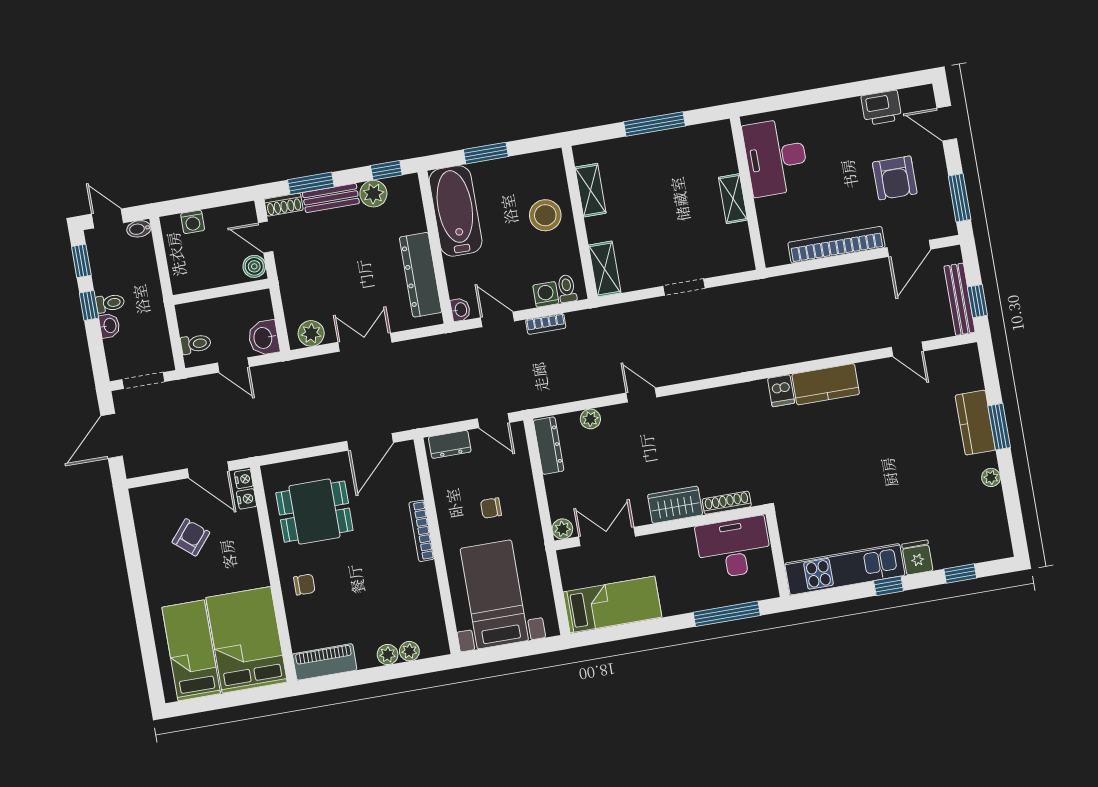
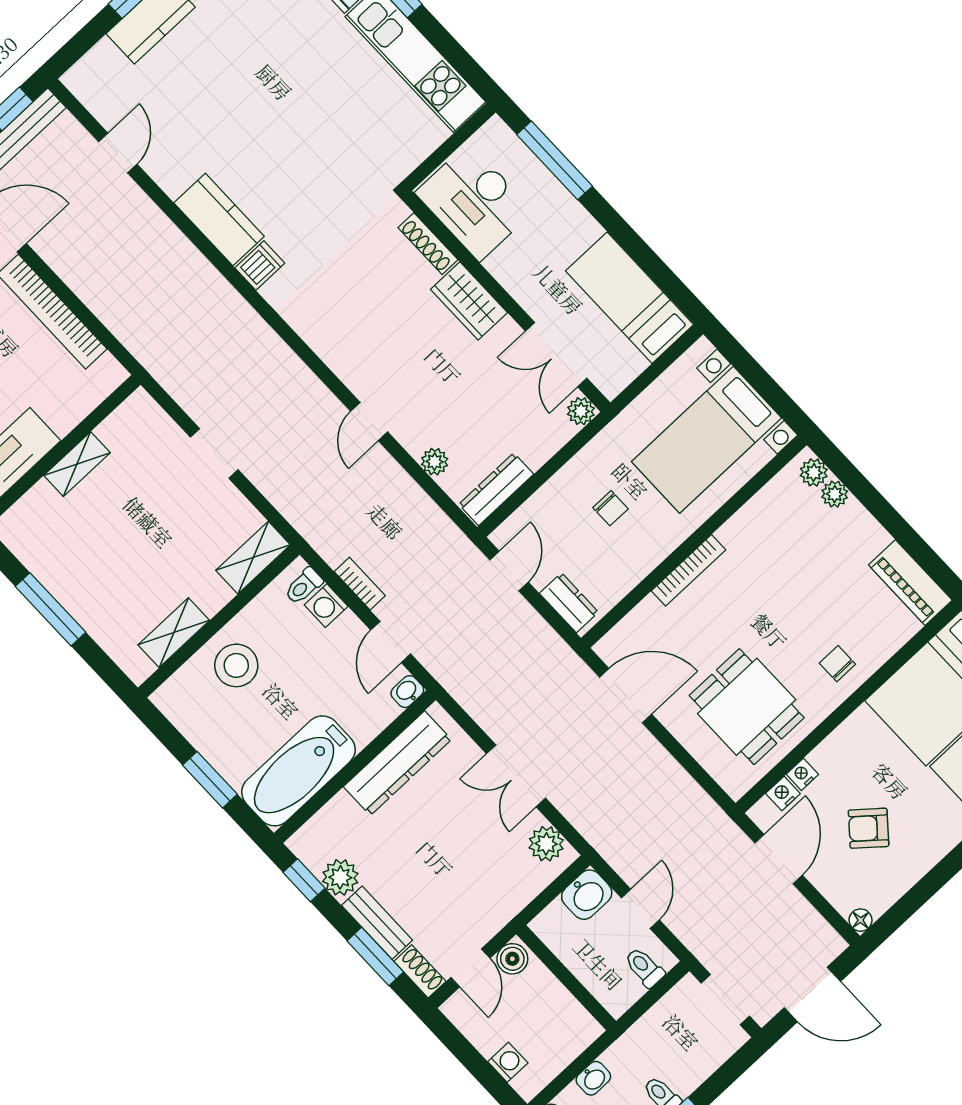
washbasin: (109, 326) -> (593, 1078), moved, turned 180
nightstand: (244, 479) -> (802, 774), moved
floor lamp: (138, 495) -> (860, 920), added
plant: (388, 655) -> (814, 473), moved

